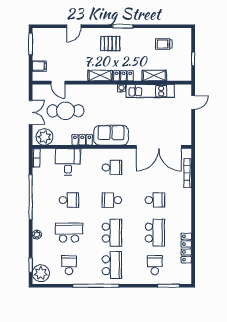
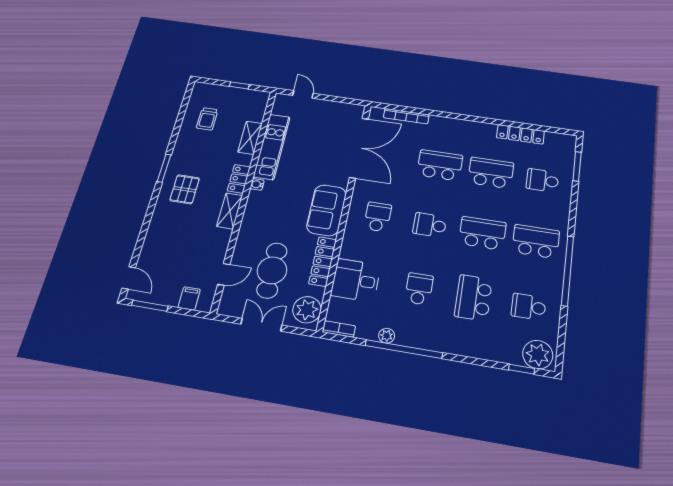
door: (74, 26) -> (129, 278), moved
locker: (82, 140) -> (323, 261), width x1.53
school desk: (112, 200) -> (430, 225), turned 90
school desk: (155, 200) -> (440, 165), width x1.85
plant: (37, 235) -> (387, 336), moved

